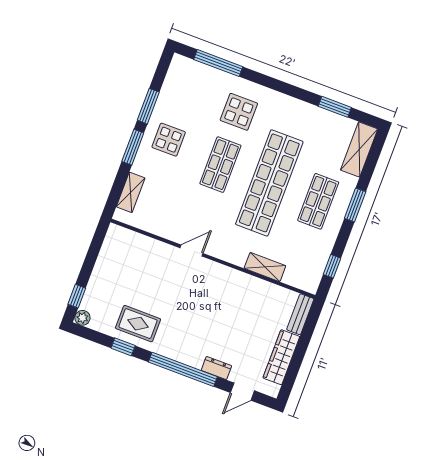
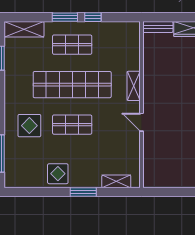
window: (148, 106) -> (50, 192), removed
display table: (169, 140) -> (58, 174), moved
window: (332, 266) -> (93, 17), moved
shelving: (265, 267) -> (134, 86), moved

